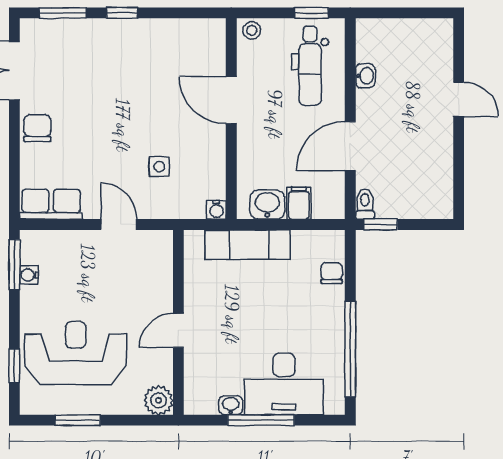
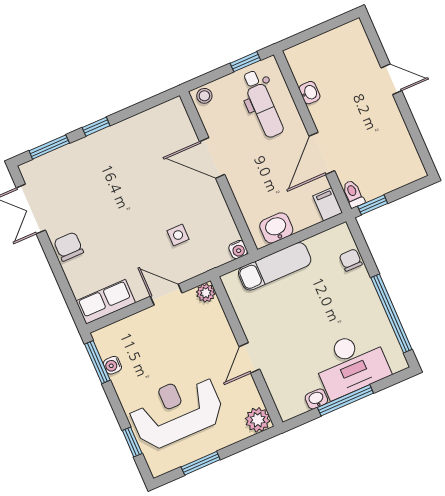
filing cabinet: (299, 203) -> (328, 204), moved
plant: (162, 241) -> (206, 293), added

